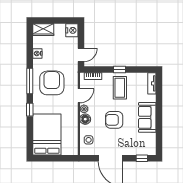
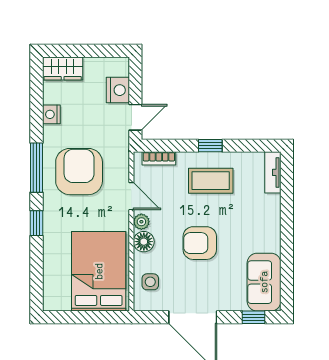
nightstand: (72, 30) -> (118, 90), moved
coffee table: (120, 88) -> (211, 181), turned 90
door: (79, 96) -> (131, 196), hinge flipped
sofa: (147, 117) -> (264, 282), moved
bed: (47, 134) -> (99, 271), moved

